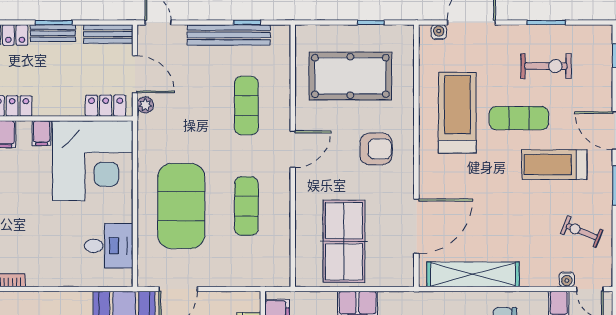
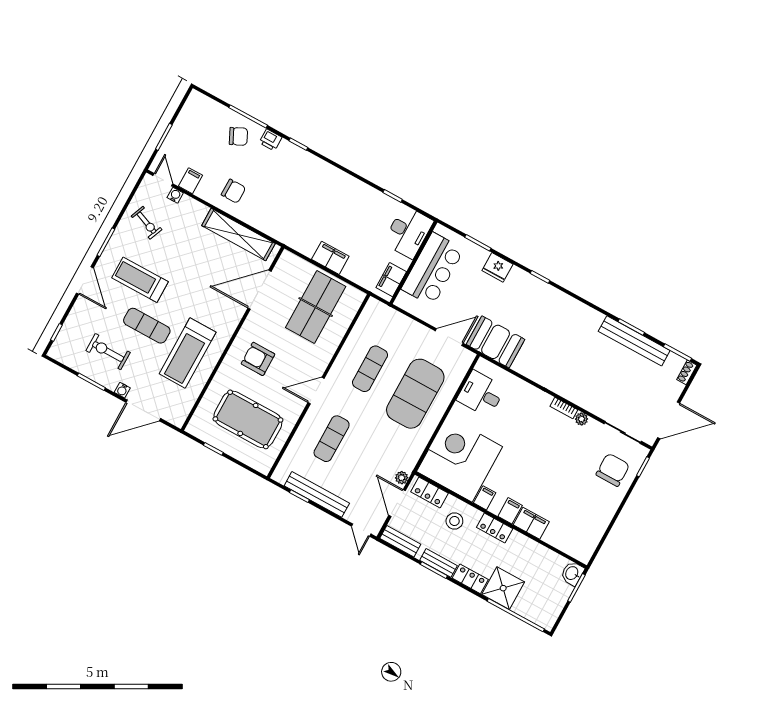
water cooler: (439, 32) -> (122, 390), moved
stool: (61, 89) -> (454, 521), added
treadmill: (554, 165) -> (140, 280), turned 180

